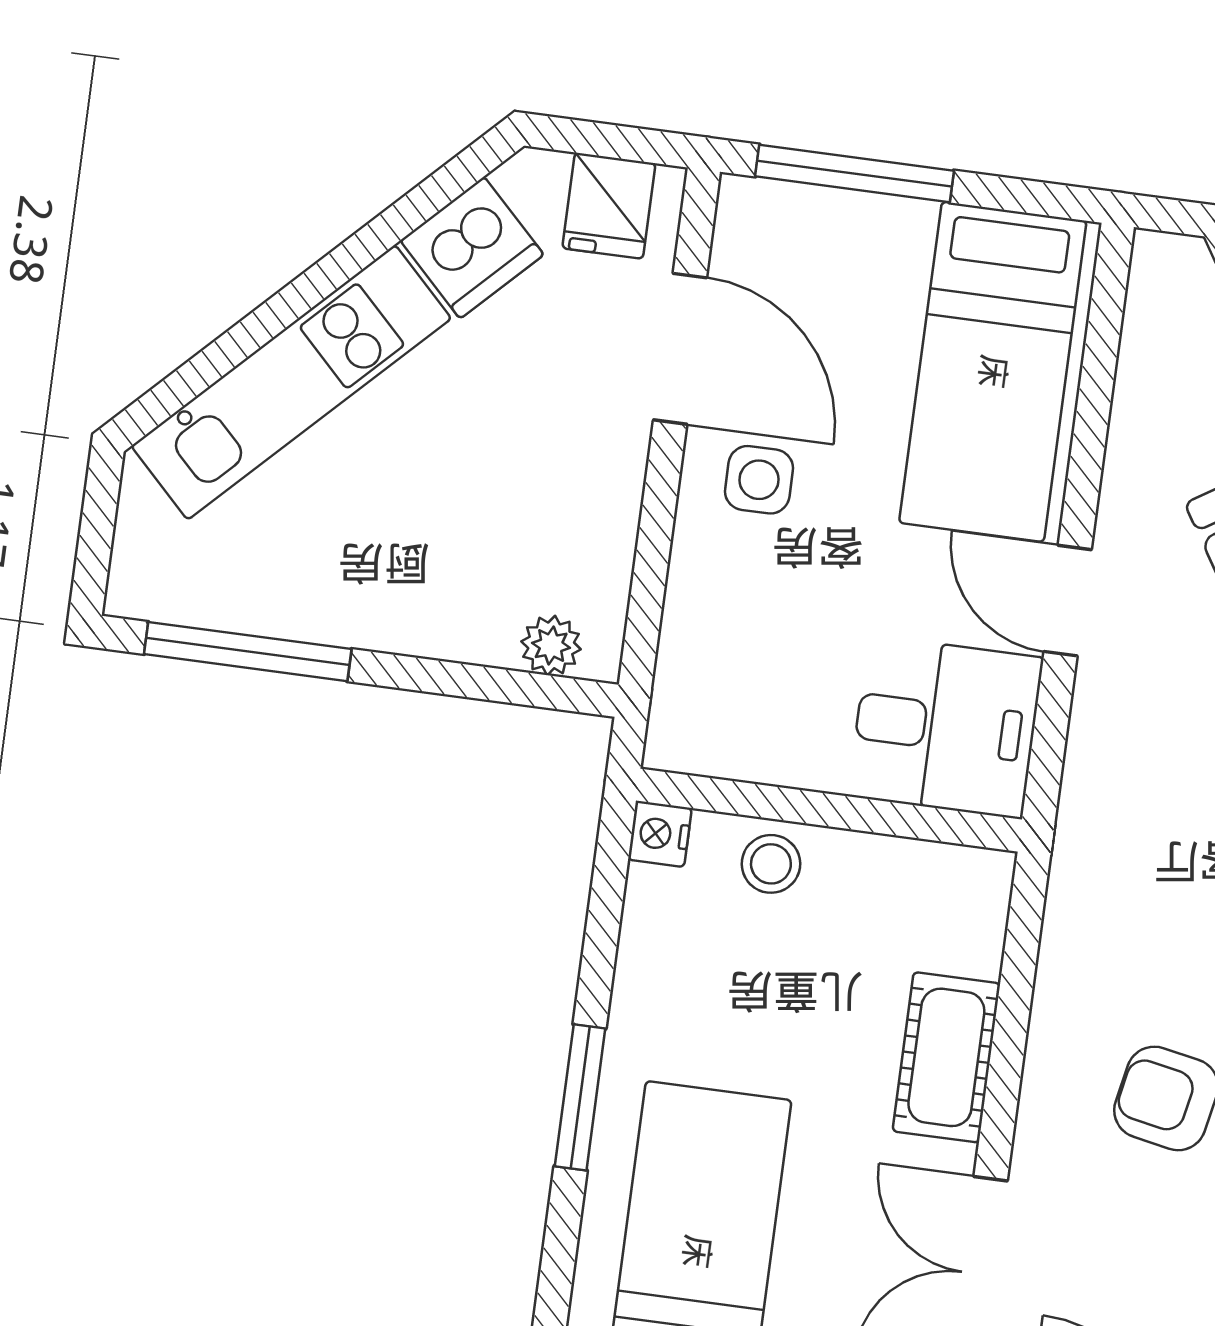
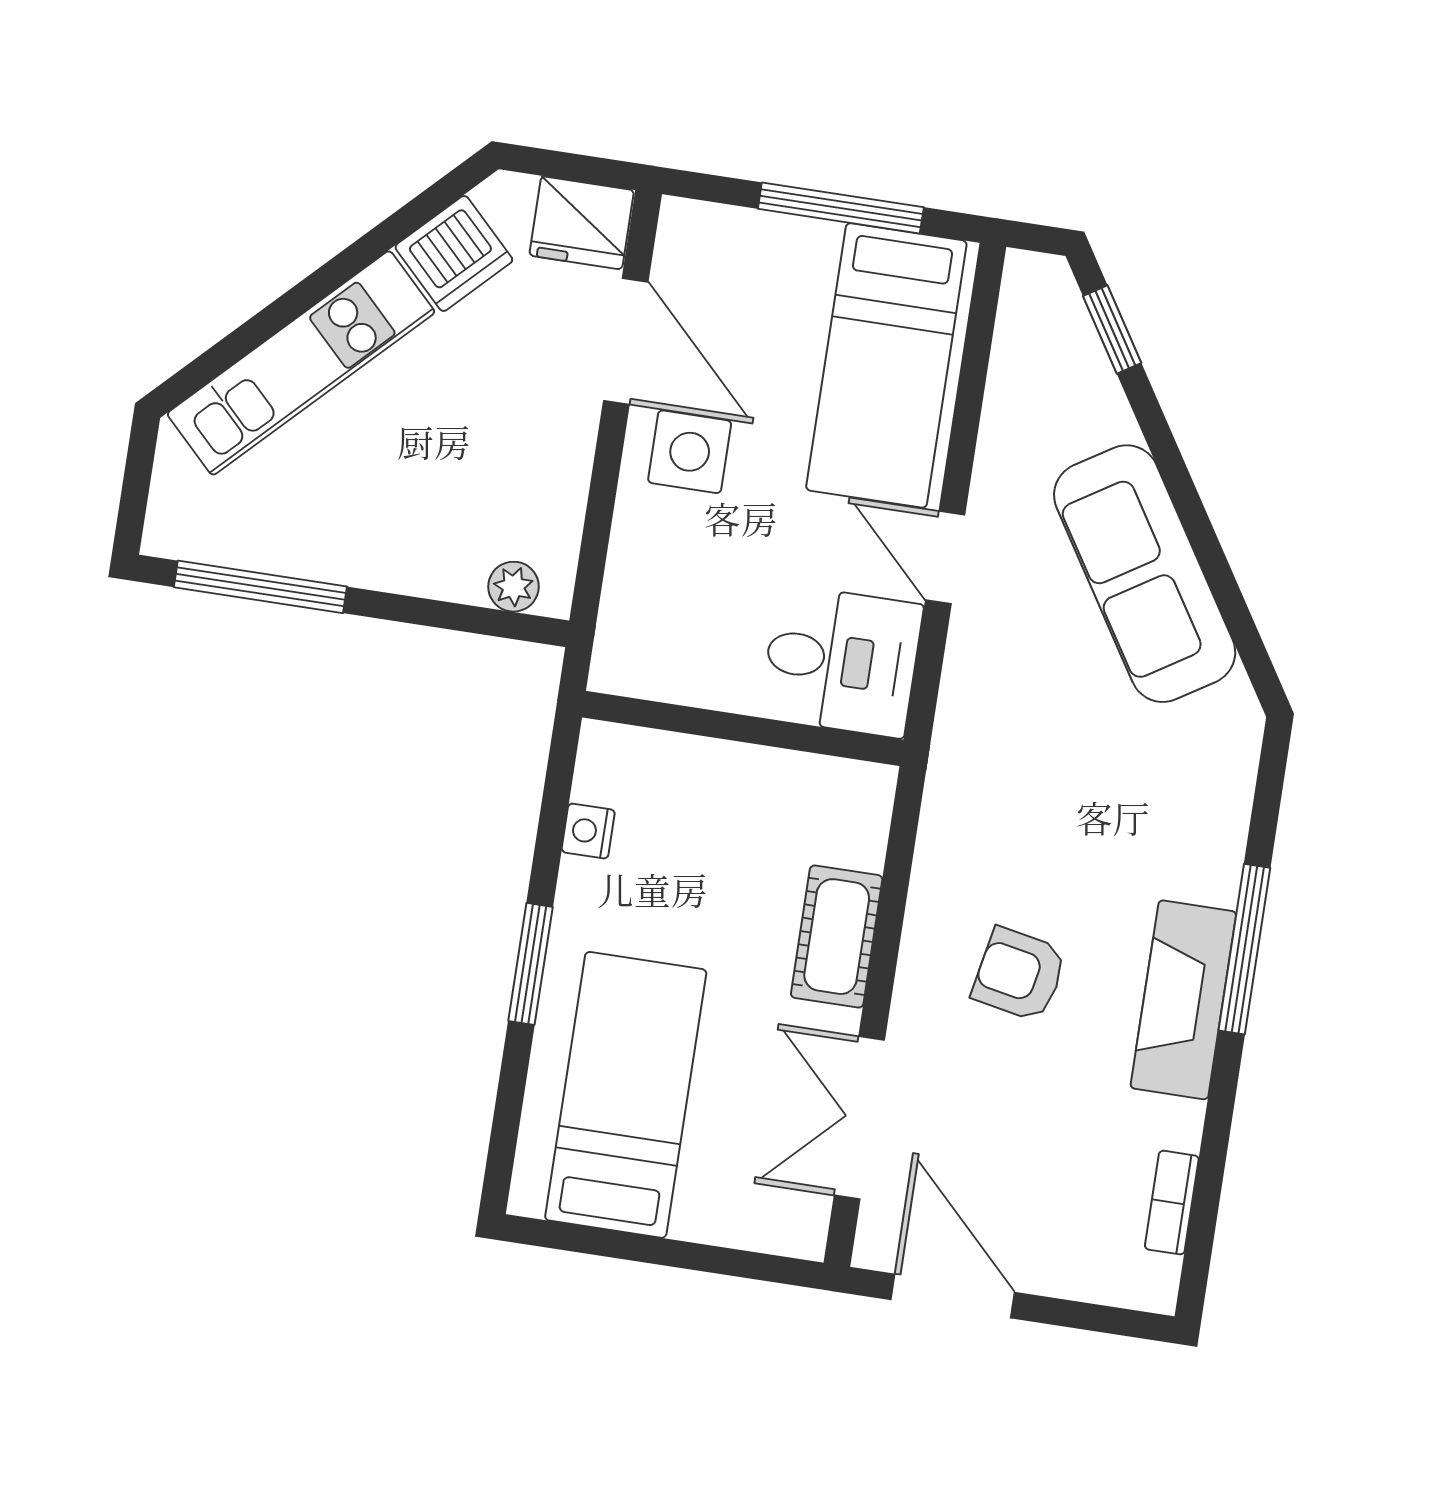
window: (854, 173) -> (841, 208), moved
fridge: (609, 206) -> (582, 223), width x1.38
side table: (759, 480) -> (690, 452), width x1.37, depth x1.37
nightstand: (660, 834) -> (588, 831), moved
stool: (771, 864) -> (693, 772), removed

